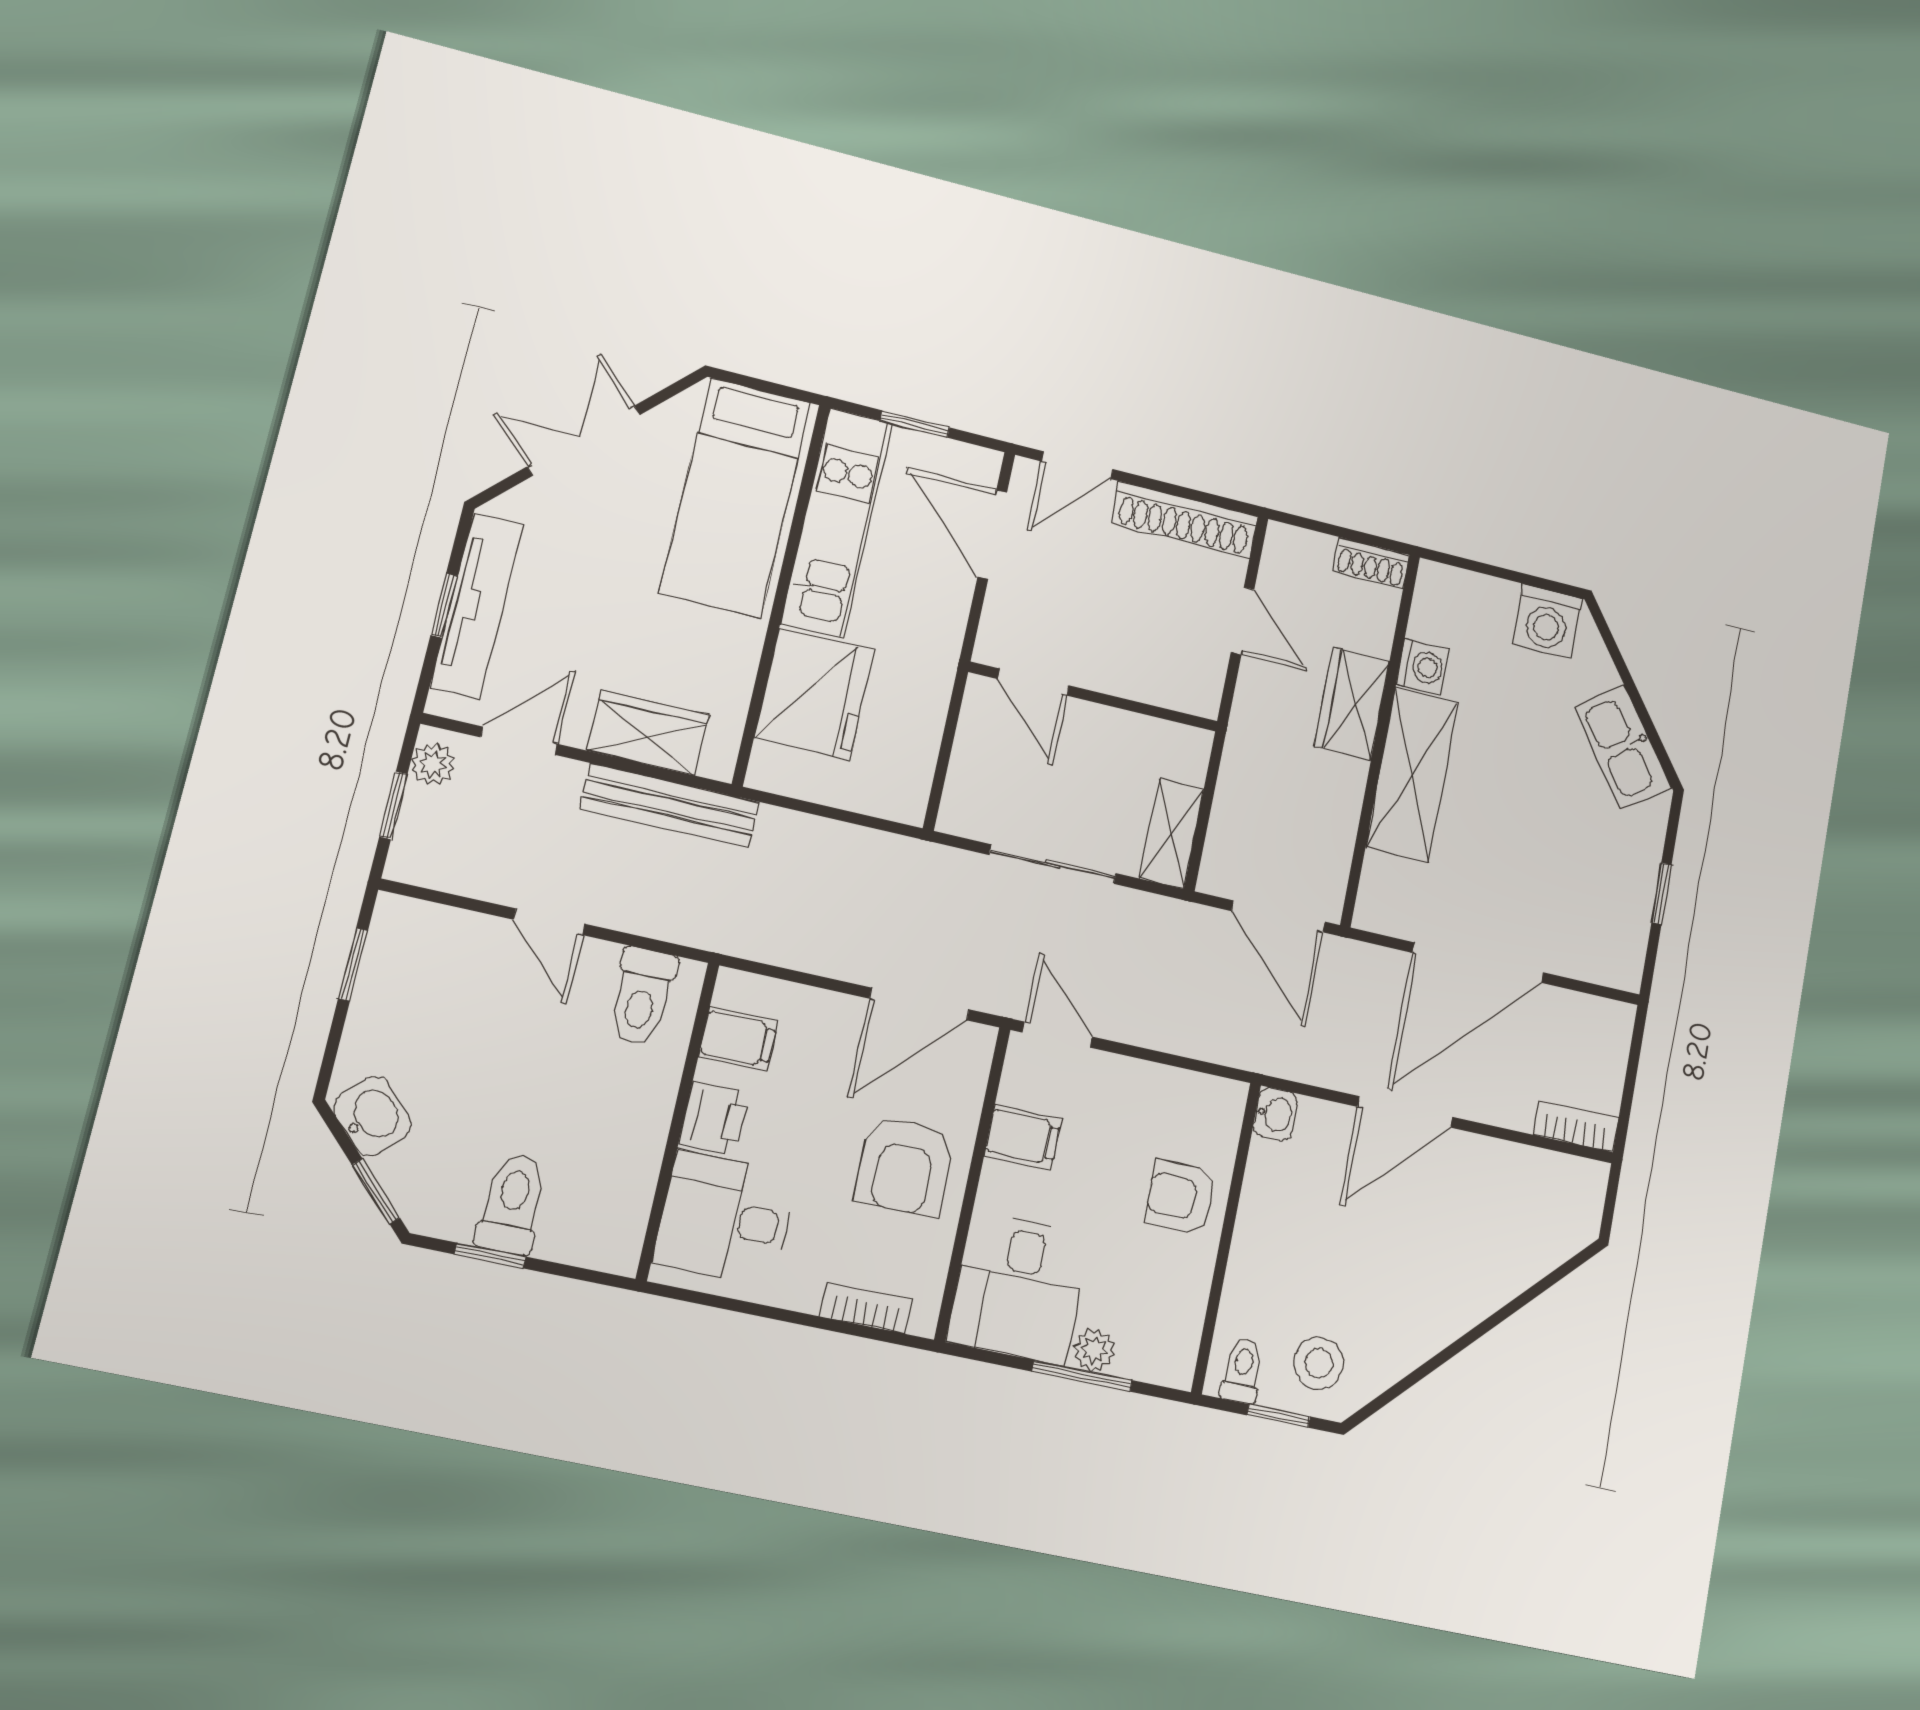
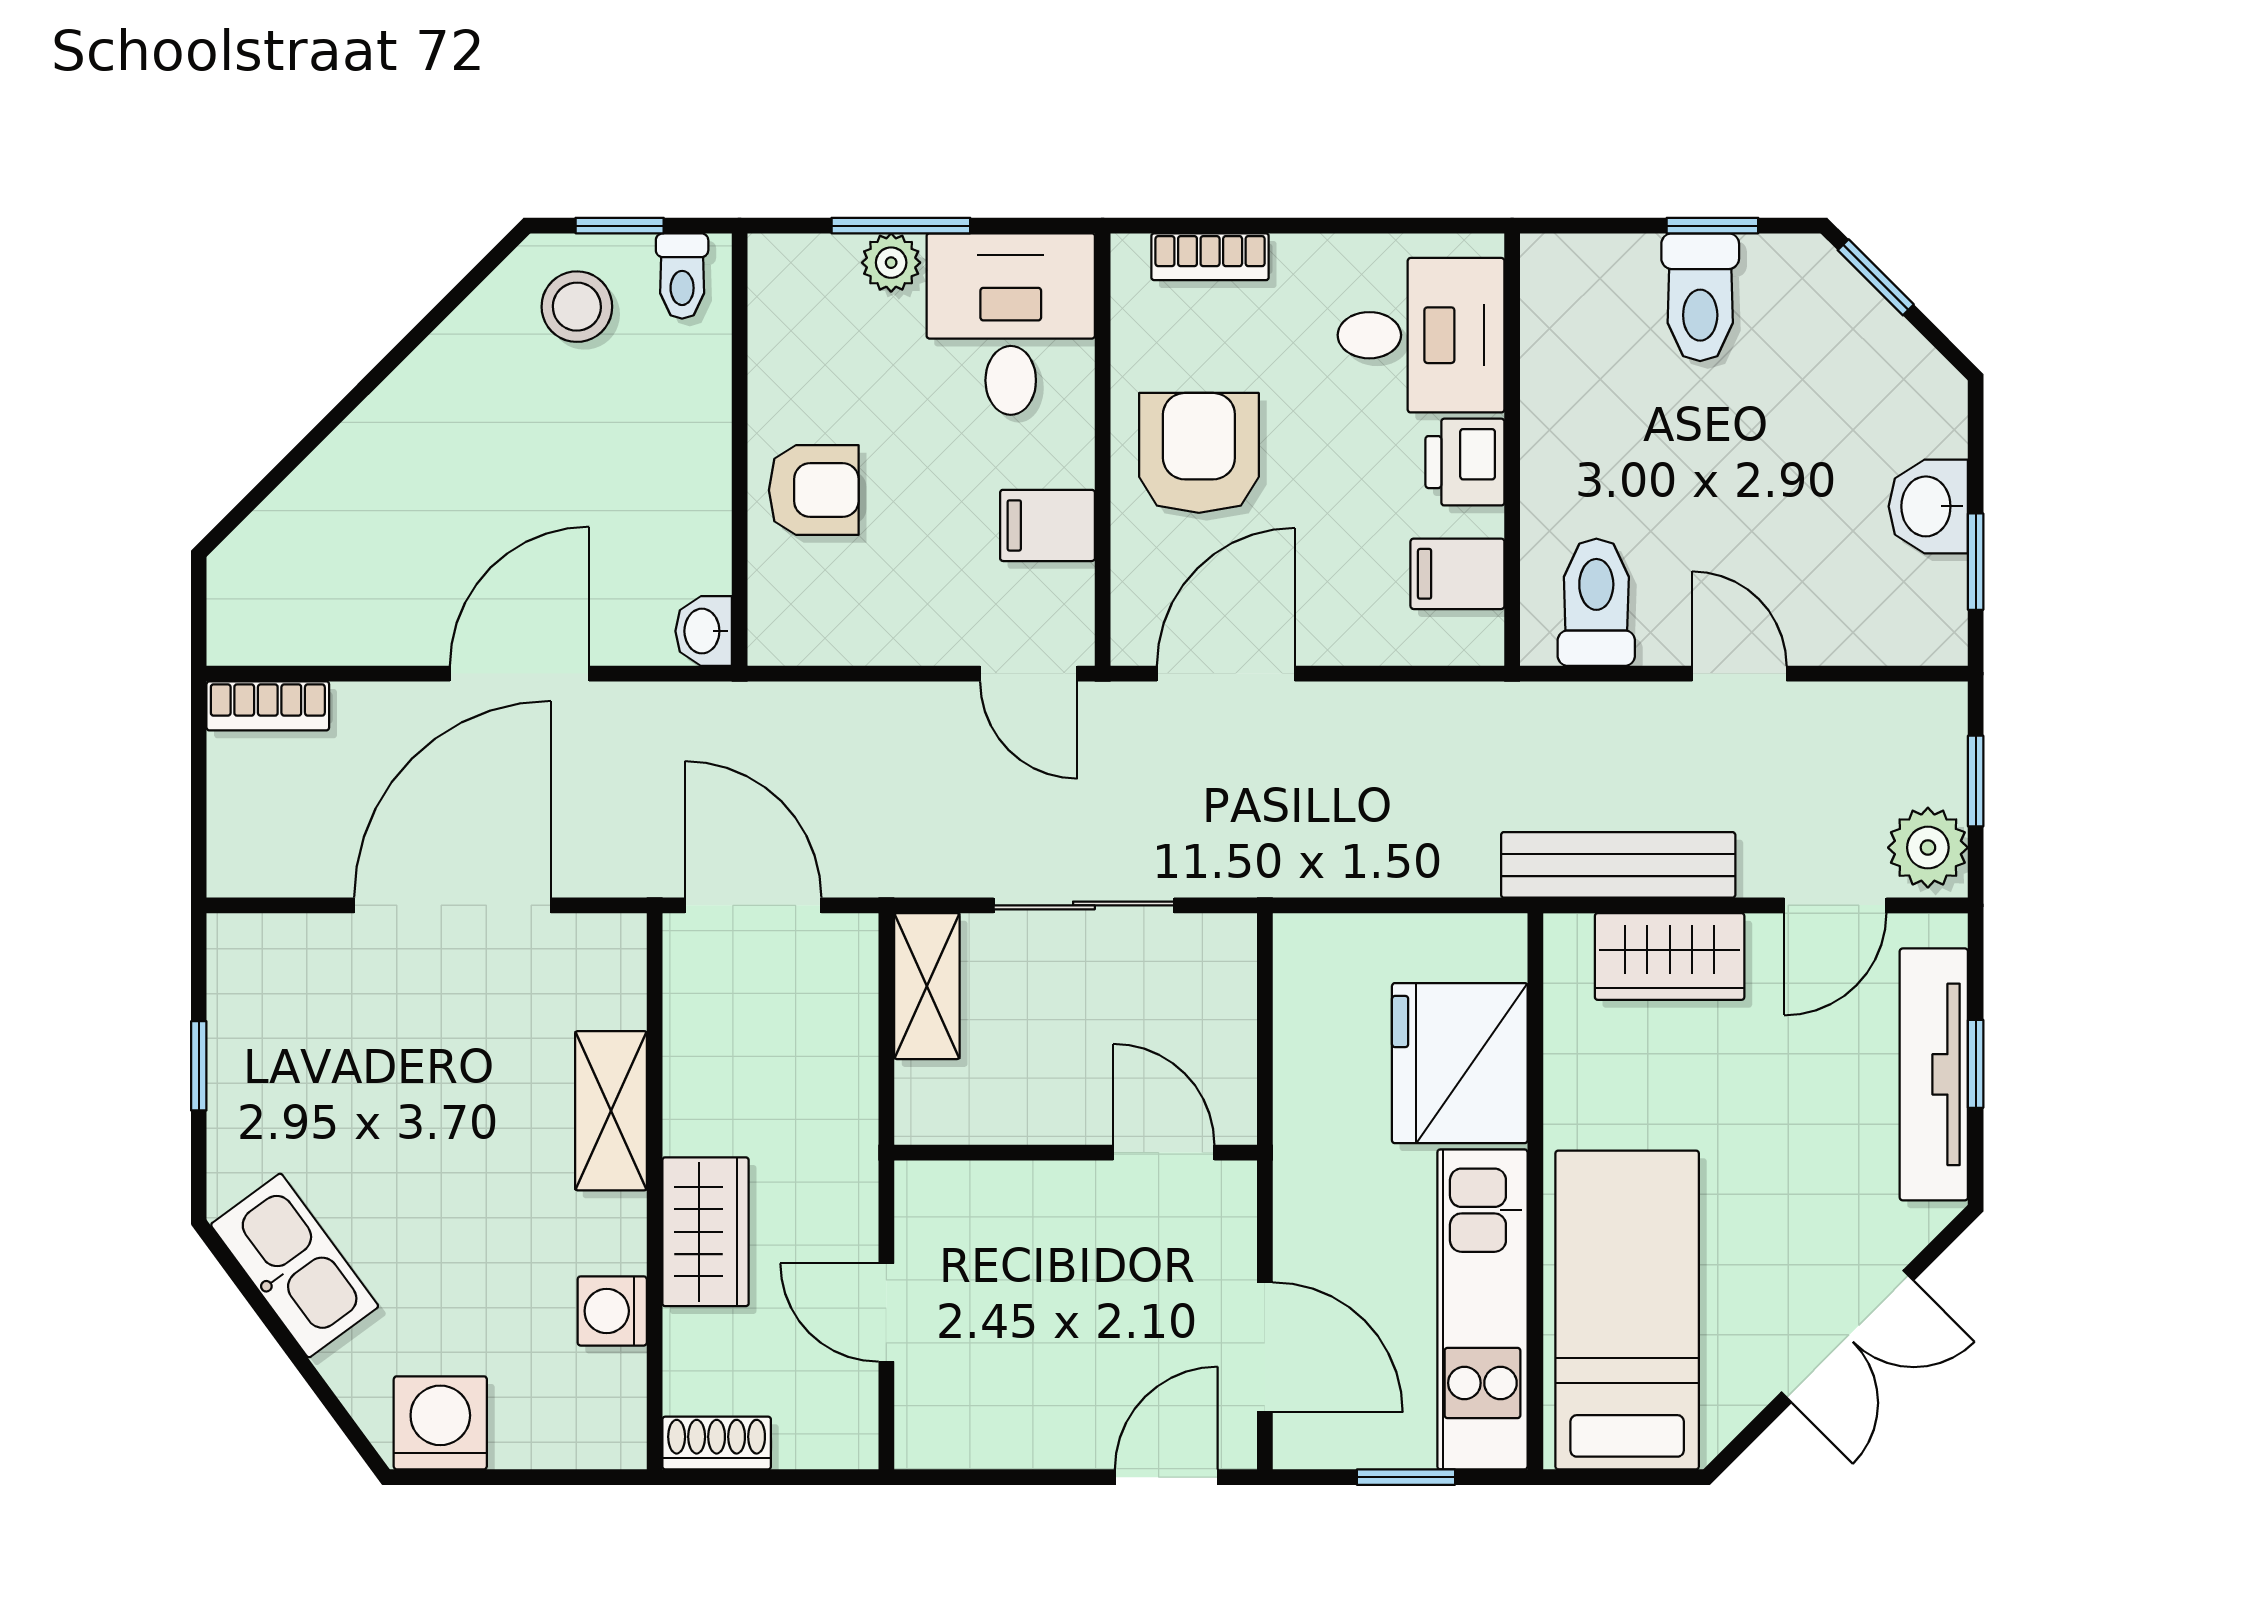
shoe rack: (1184, 520) -> (998, 1437), removed
plant: (433, 764) -> (1928, 848), width x1.38, depth x1.38
shelving: (1412, 775) -> (611, 1111), width x0.67, depth x0.75
washbasin: (372, 1116) -> (1928, 506), moved, turned 45

